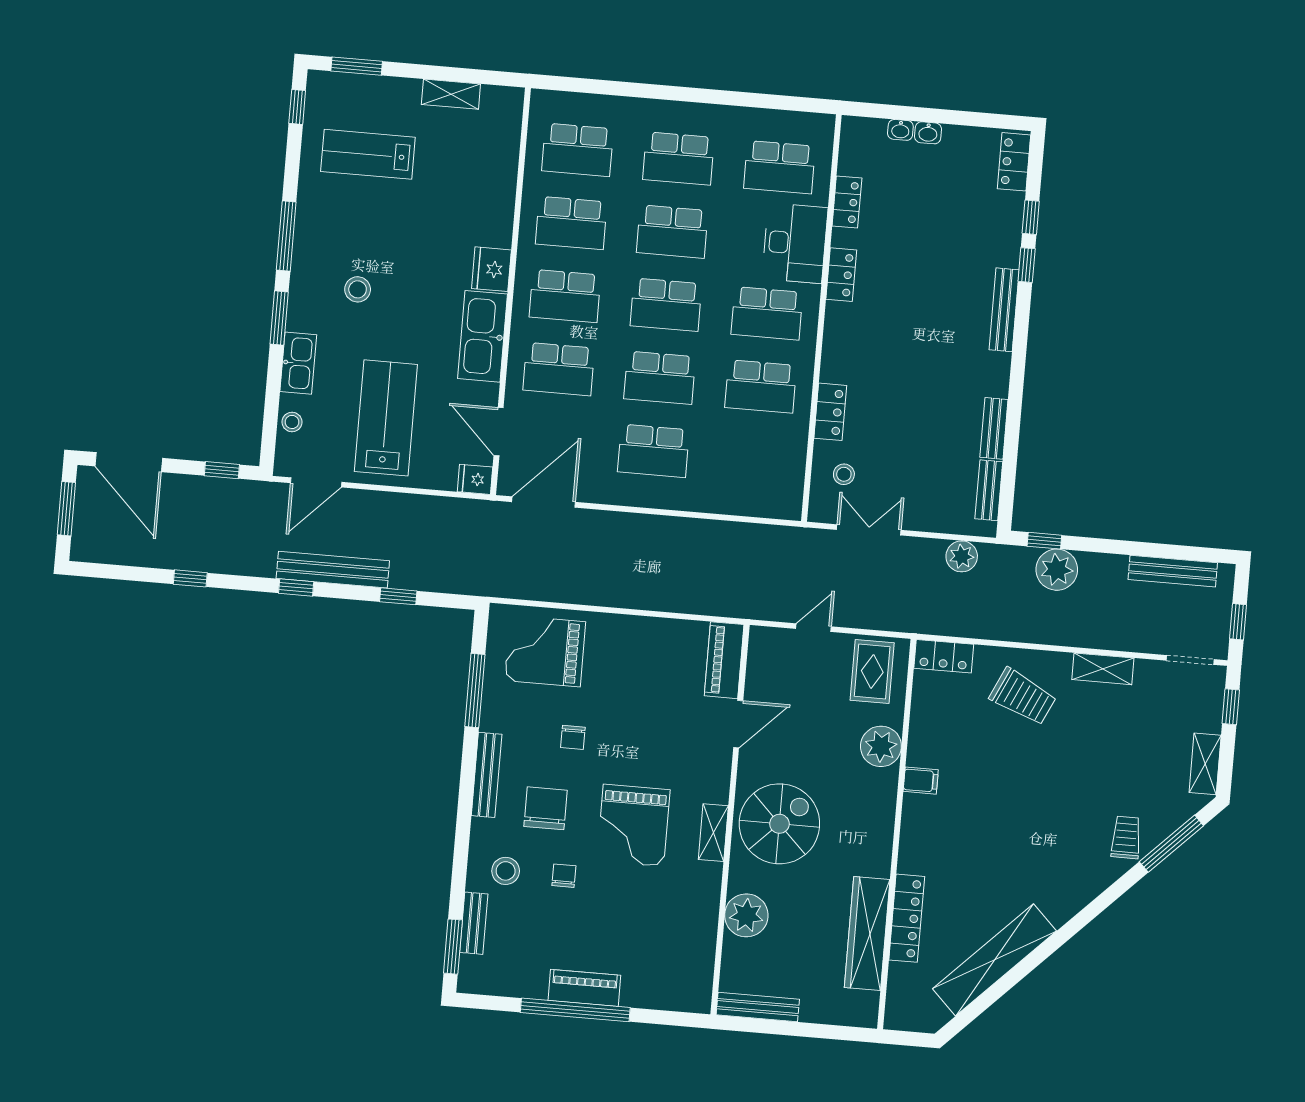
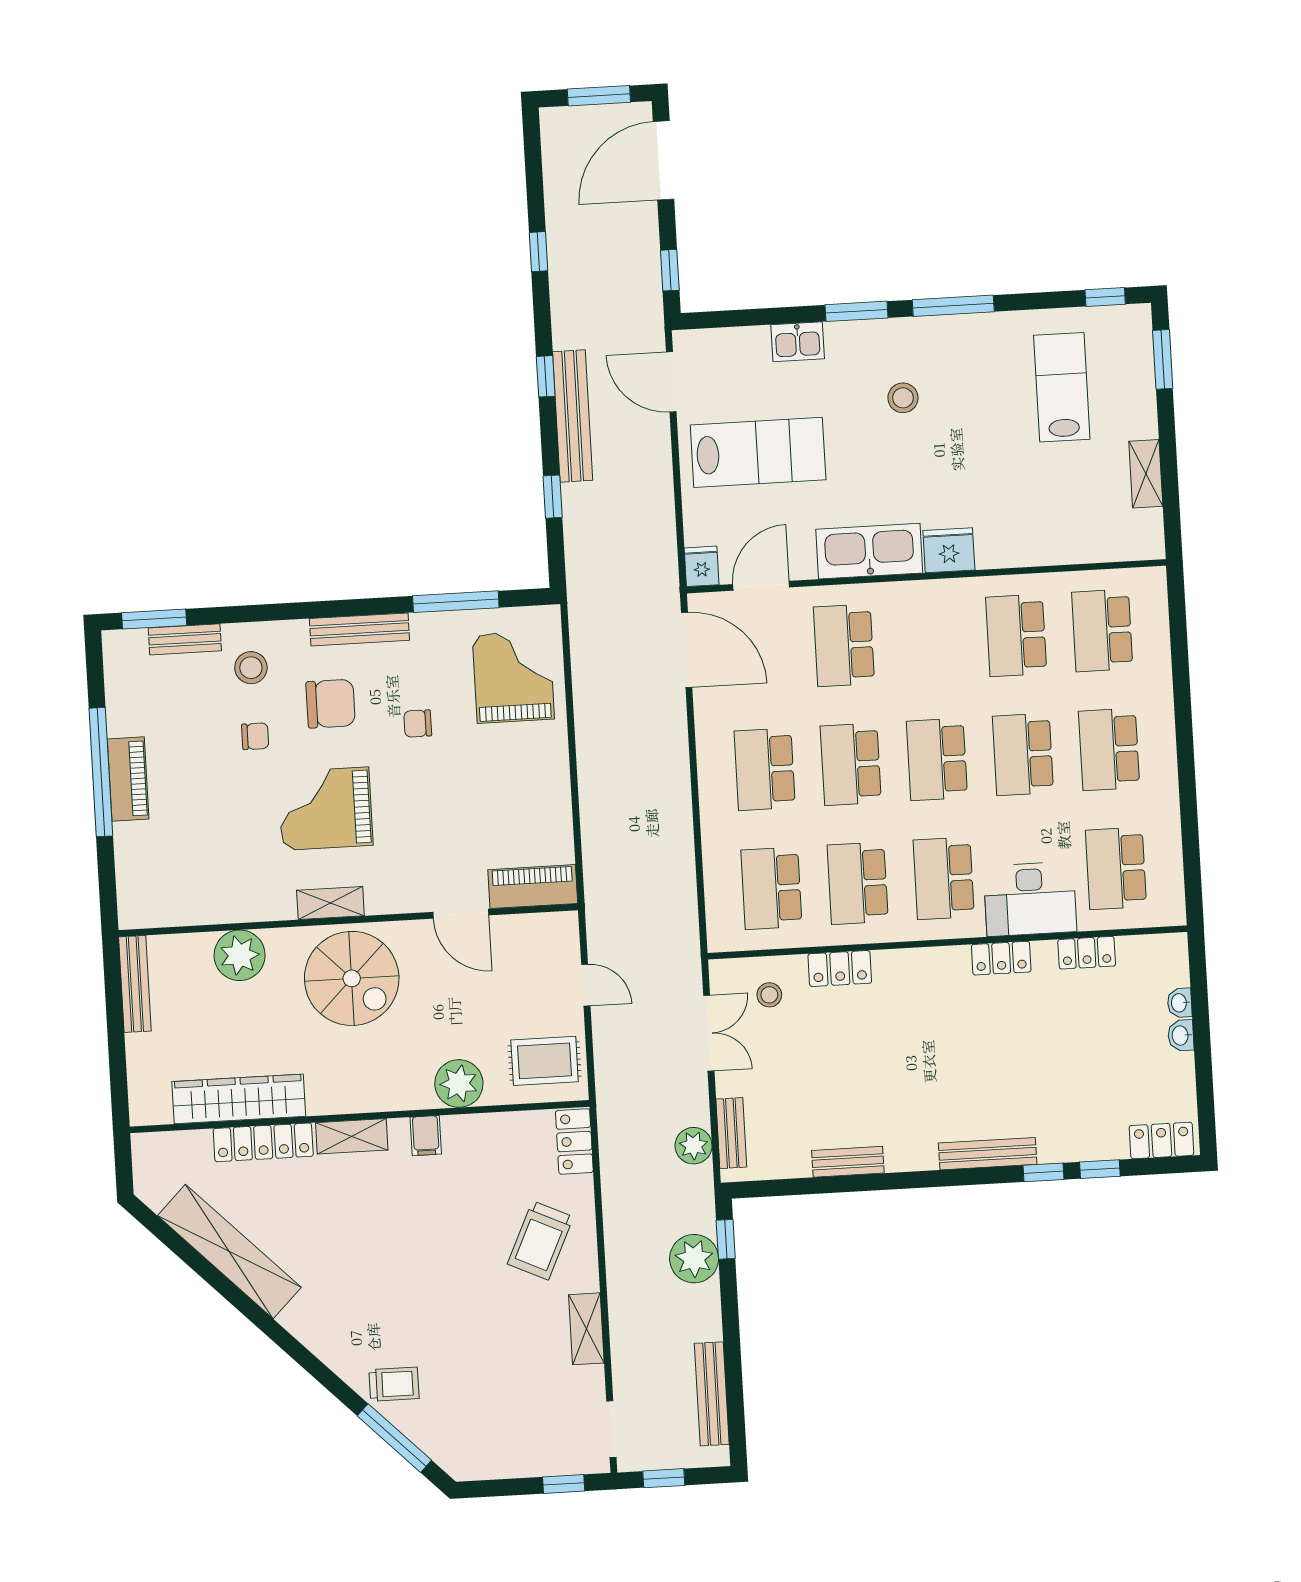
school desk: (565, 296) -> (771, 888), moved
kitchen sink: (298, 363) -> (798, 342), width x0.73
stool: (292, 422) -> (738, 344), removed
bench: (989, 490) -> (731, 1133), moved, turned 90
shelving: (1205, 764) -> (352, 1136), moved

